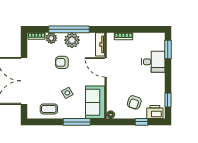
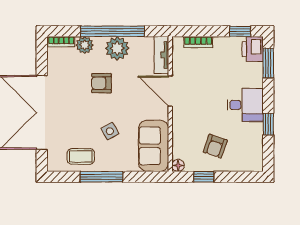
window: (150, 29) -> (240, 31), added
desk: (153, 62) -> (245, 105), moved
window: (168, 100) -> (268, 124), moved
printer: (155, 112) -> (253, 49), moved, turned -90
window: (77, 122) -> (102, 177), moved
window: (142, 122) -> (204, 177), moved

